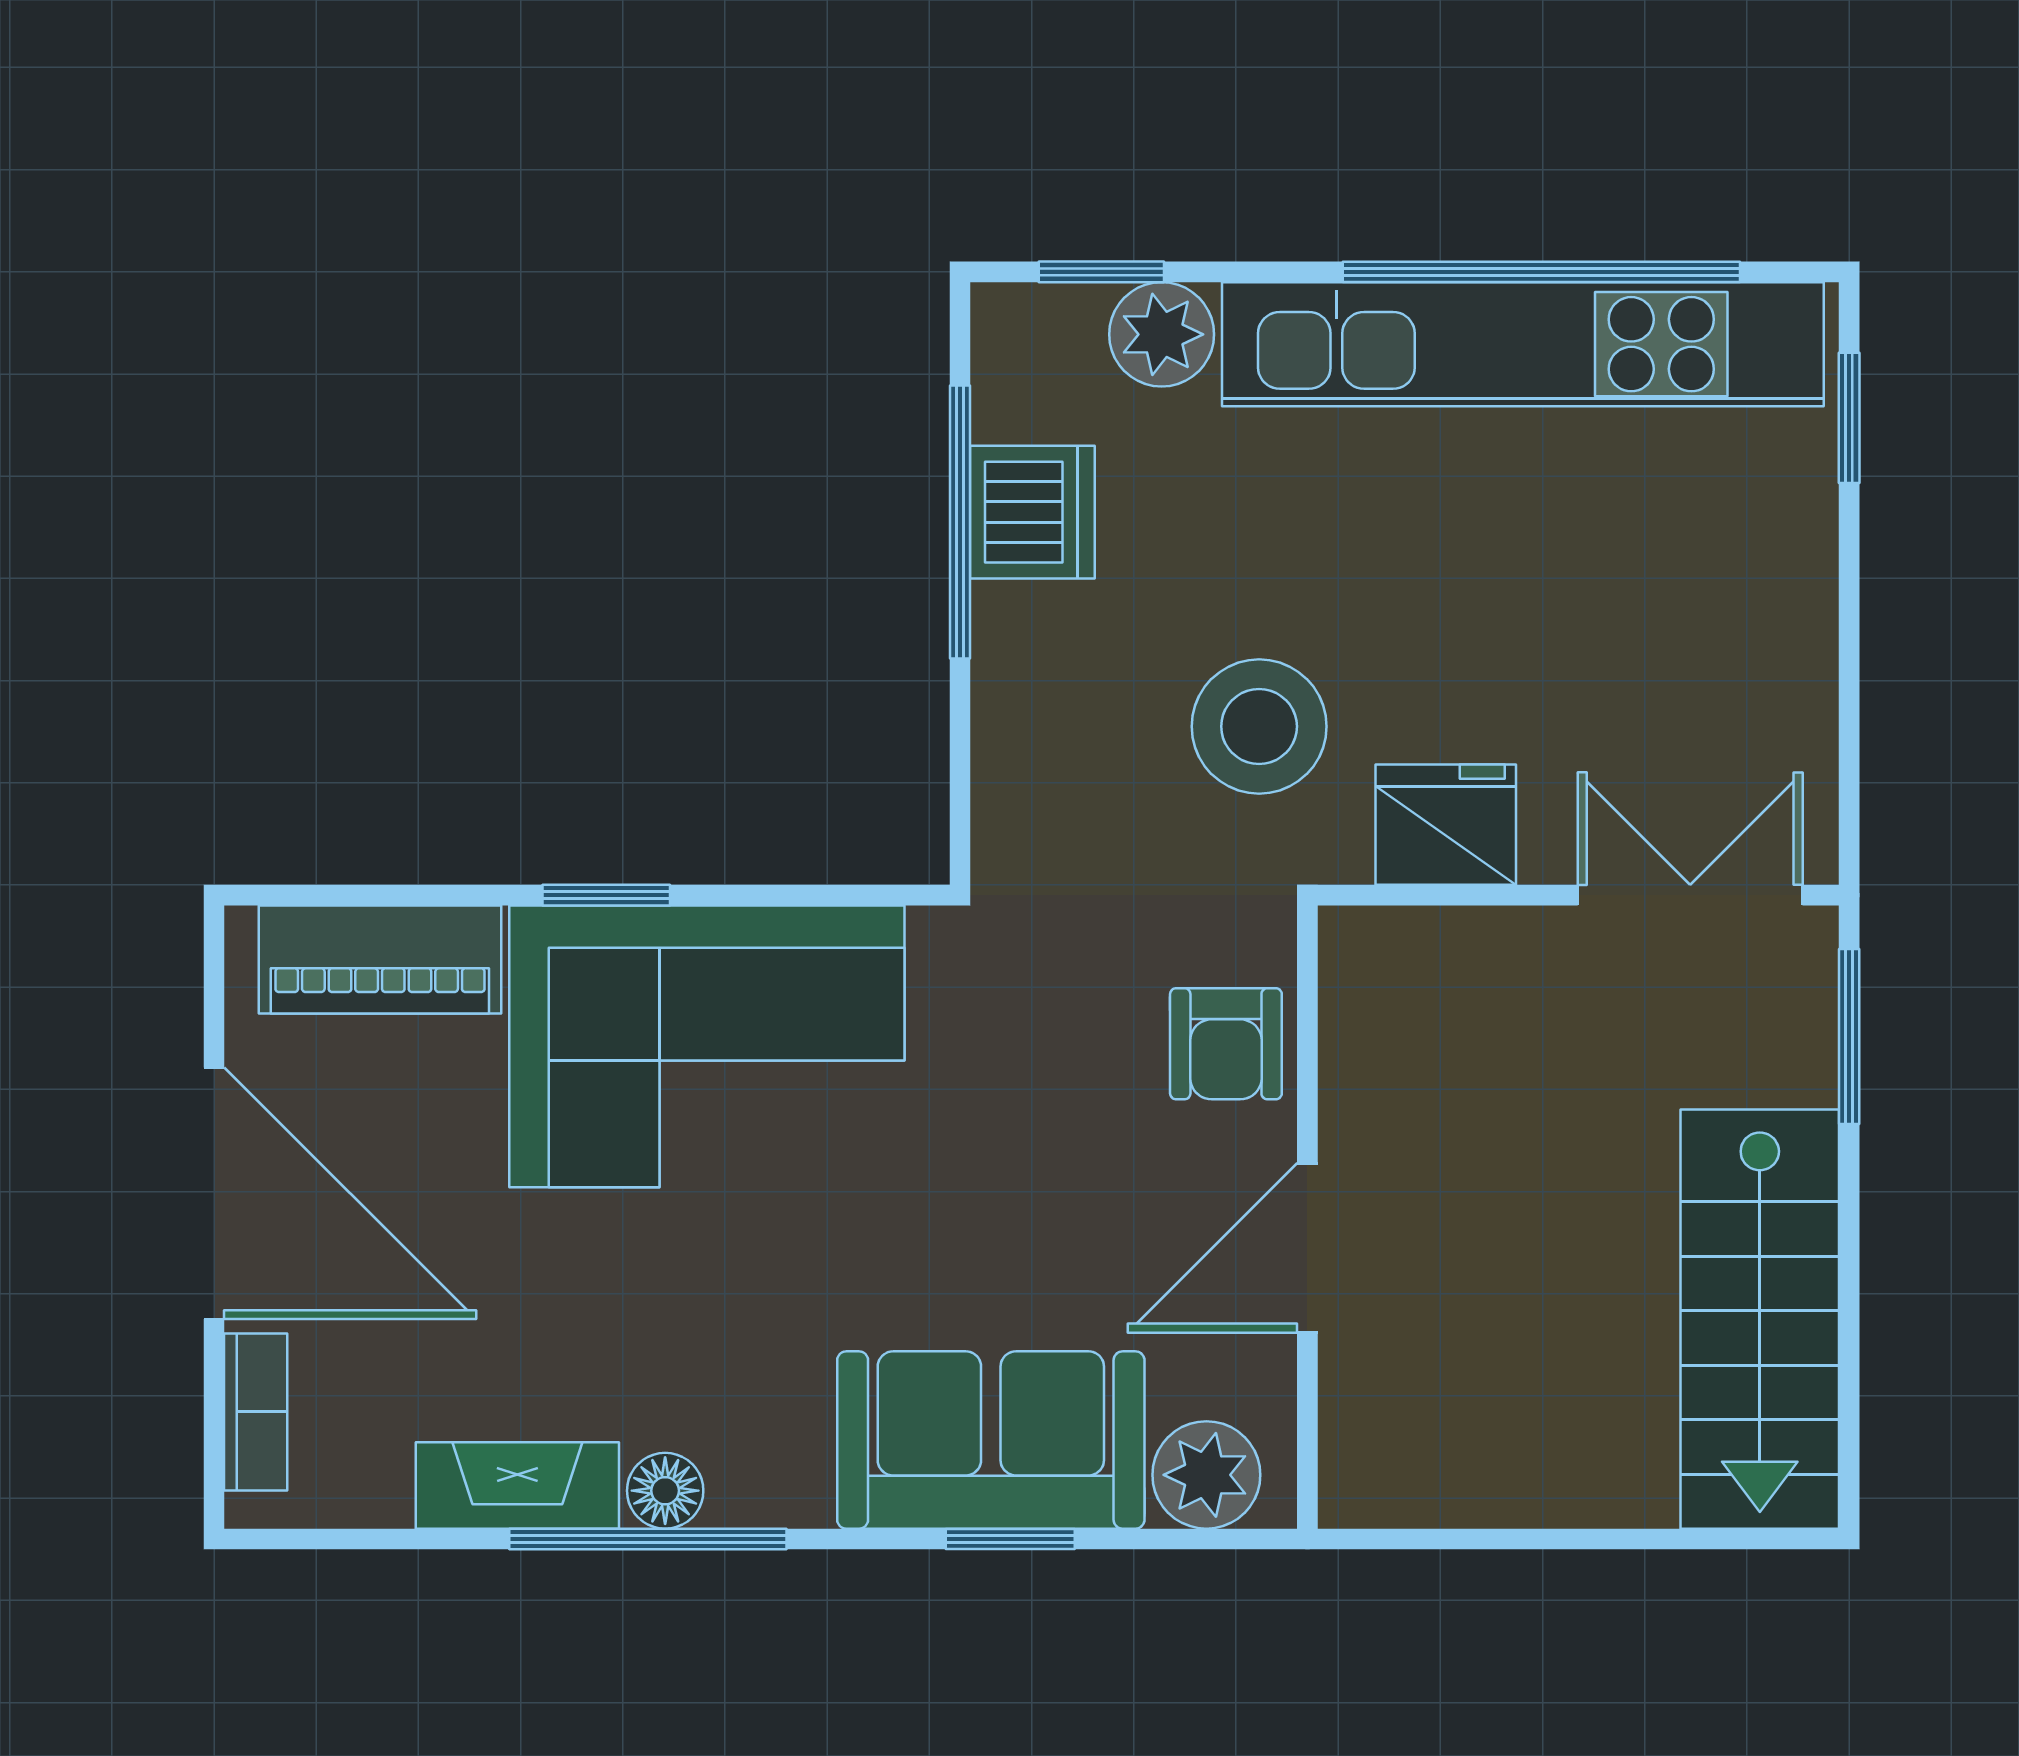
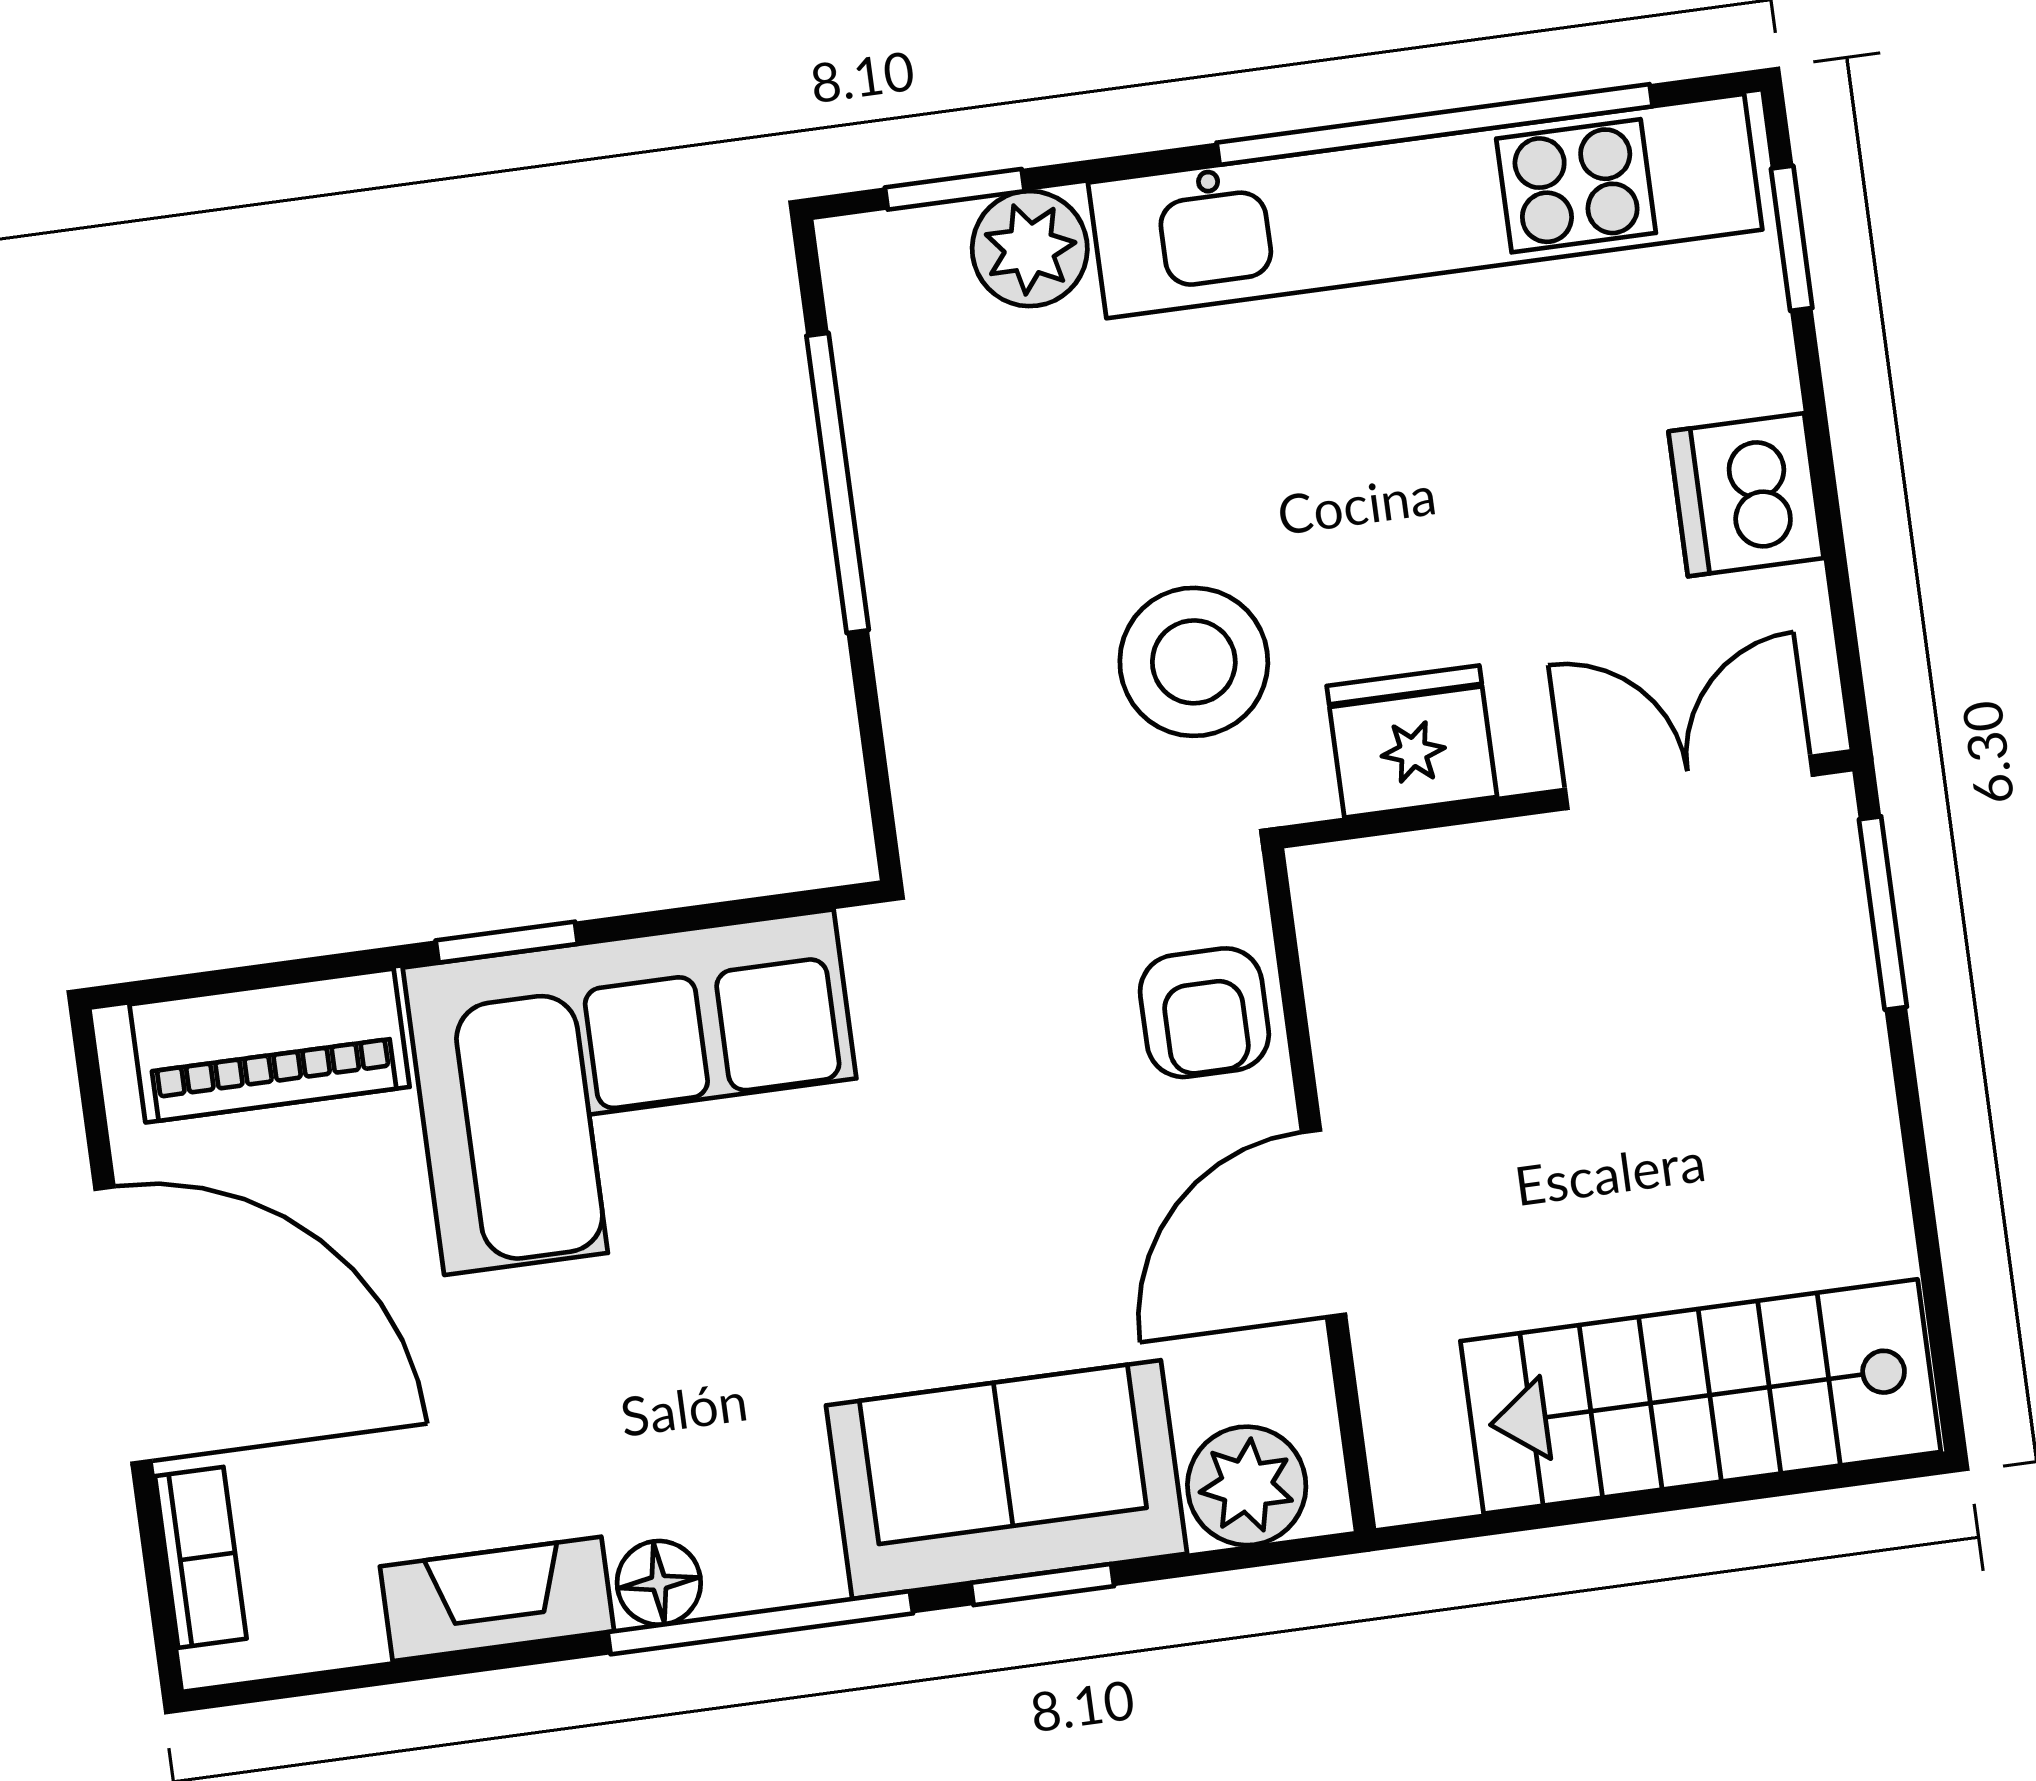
dishwasher: (1032, 512) -> (1746, 495), moved, turned 180
stairs: (1760, 1319) -> (1701, 1396), moved, turned 90
window: (648, 1539) -> (760, 1623), moved

